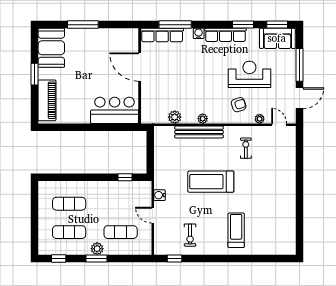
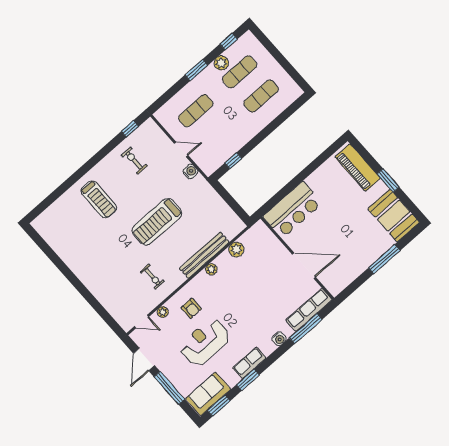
row of seats: (226, 35) -> (249, 363), width x0.68
reception desk: (249, 74) -> (205, 342), turned 180
armchair: (239, 105) -> (191, 308), turned -72
treadmill: (211, 182) -> (157, 222), turned 180
plant: (97, 249) -> (221, 63), moved

